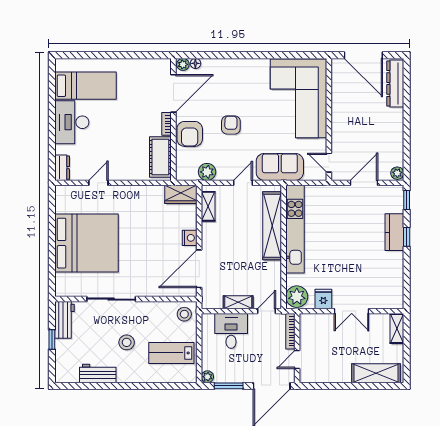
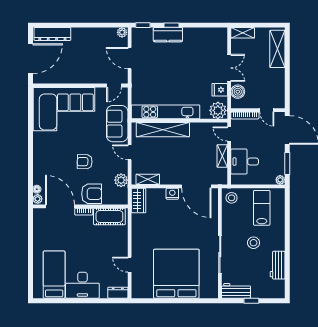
boiler: (321, 322) -> (238, 92), added
lab bench: (171, 353) -> (262, 208), turned 180

